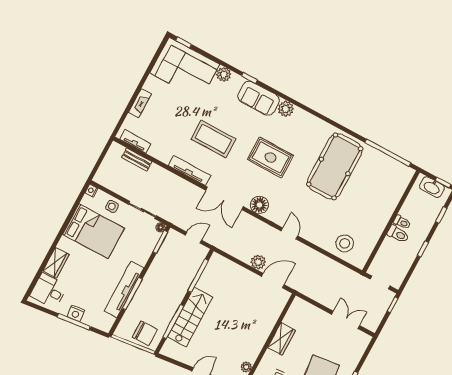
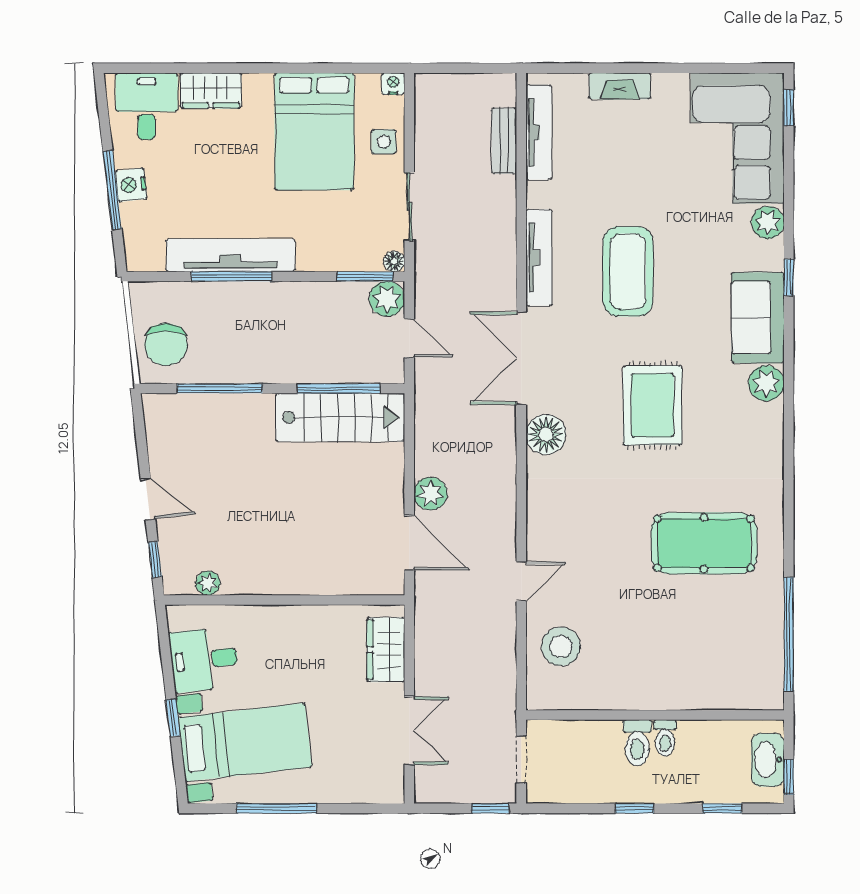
tv unit: (135, 141) -> (539, 132), width x1.41
pool table: (335, 166) -> (704, 543), width x0.73, depth x0.76
door: (289, 233) -> (521, 581), moved
plant: (174, 238) -> (387, 299), added
stairs: (190, 317) -> (340, 417), moved
wardrobe: (282, 339) -> (386, 650), moved, turned 90

